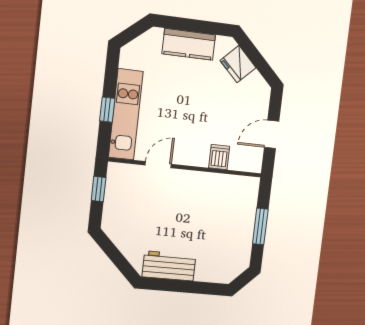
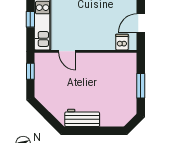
dishwasher: (219, 157) -> (122, 42), moved
door: (158, 165) -> (67, 51), swing flipped

